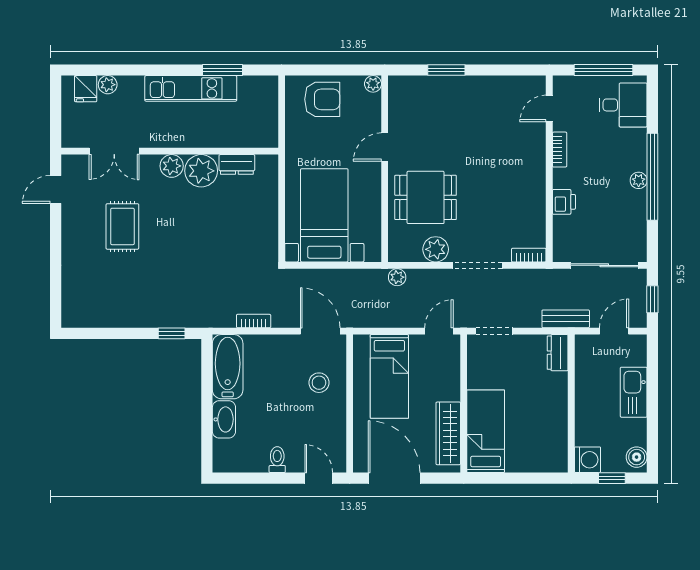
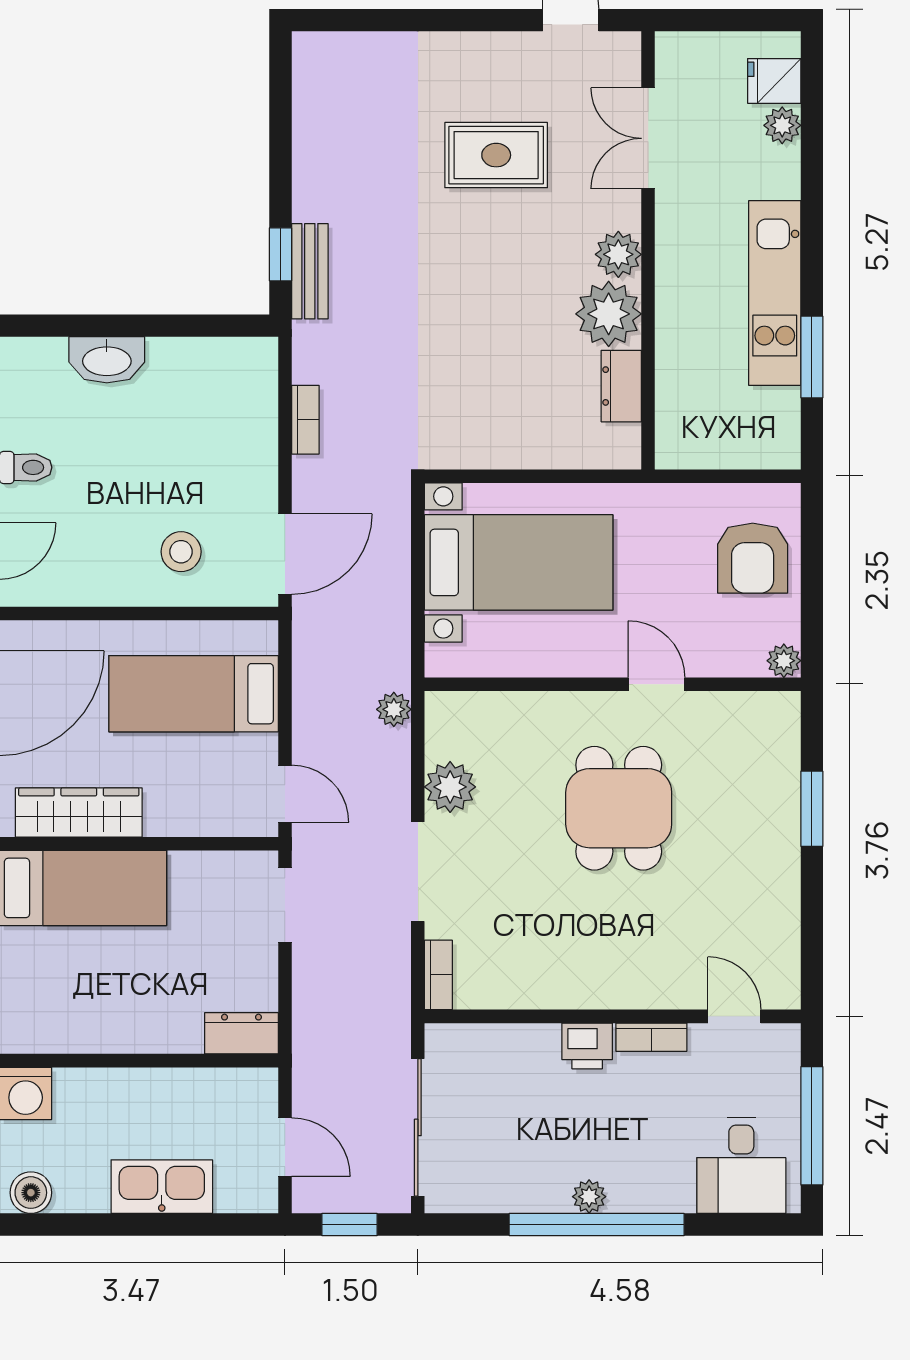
dining table: (426, 197) -> (619, 808), moved
printer: (564, 202) -> (587, 1046), moved
bench: (566, 319) -> (310, 271), moved
bathtub: (228, 367) -> (213, 367), removed

